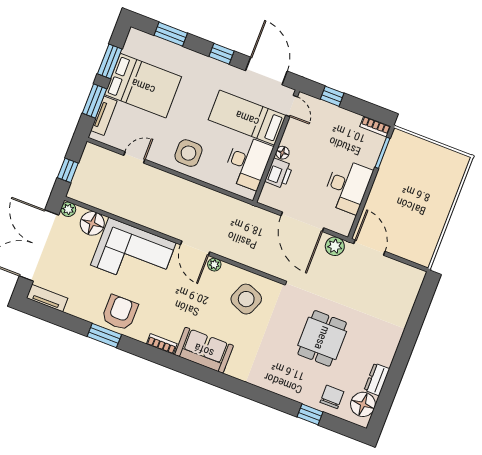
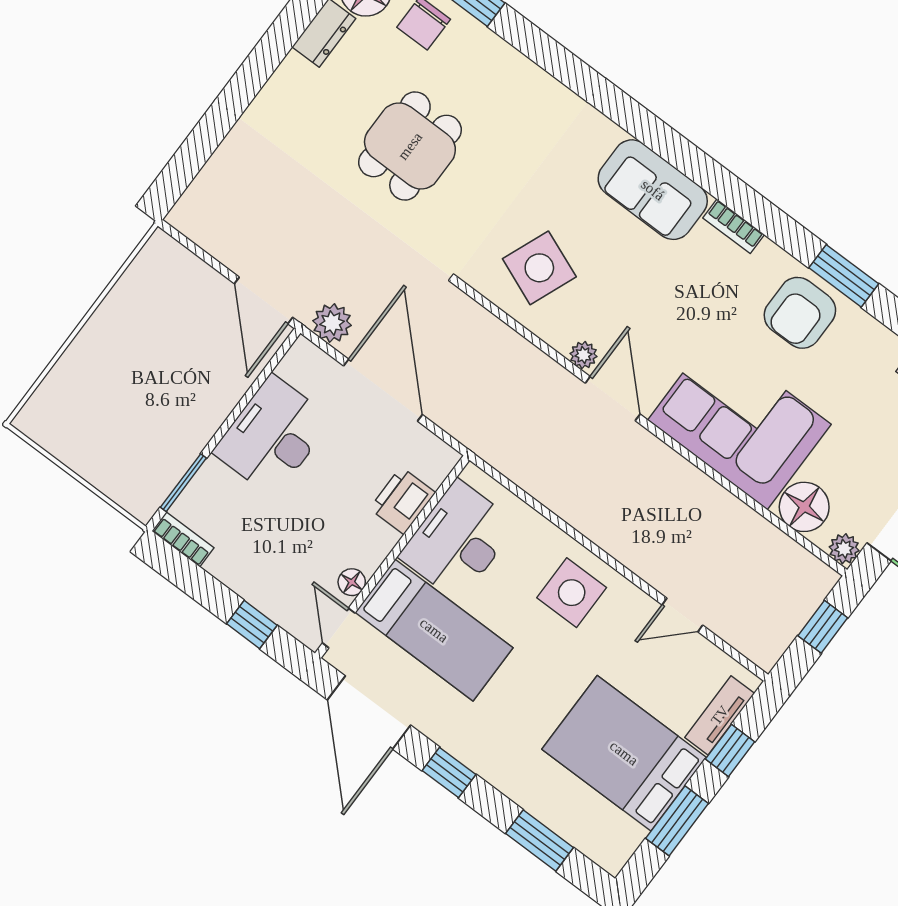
window: (94, 101) -> (730, 750), width x0.67
floor lamp: (282, 153) -> (352, 582), moved

